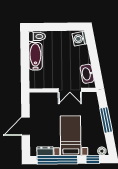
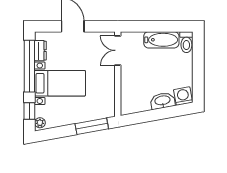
washbasin: (87, 74) -> (163, 101), moved
double door: (70, 90) -> (118, 50), moved
window: (106, 120) -> (92, 126), moved

